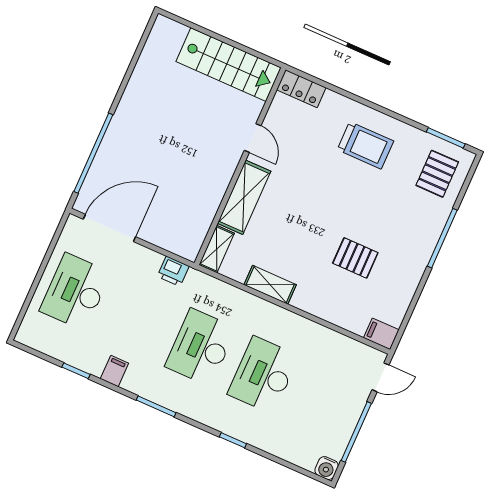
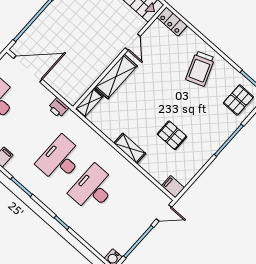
trolley: (365, 145) -> (200, 69), turned 69
shelving: (270, 285) -> (130, 148), moved

